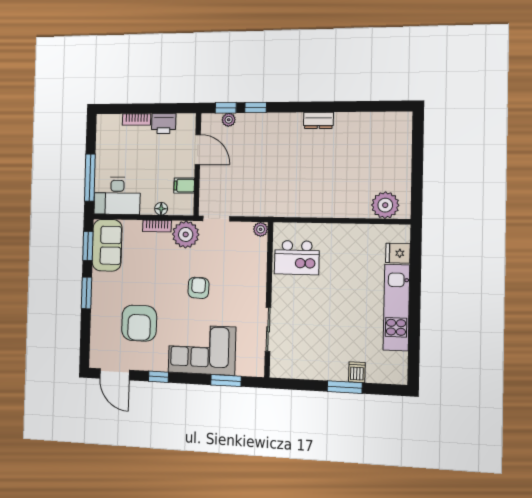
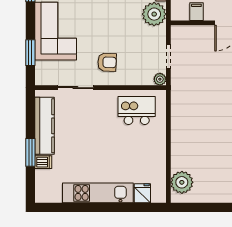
doorway: (216, 219) -> (168, 56), moved
kitchen island: (297, 258) -> (137, 110), turned 90
armchair: (198, 288) -> (107, 62), moved
kitchen counter: (313, 368) -> (45, 126), added

